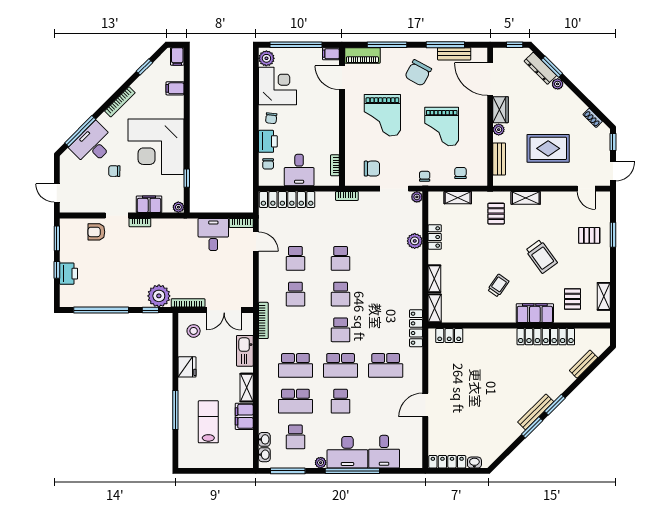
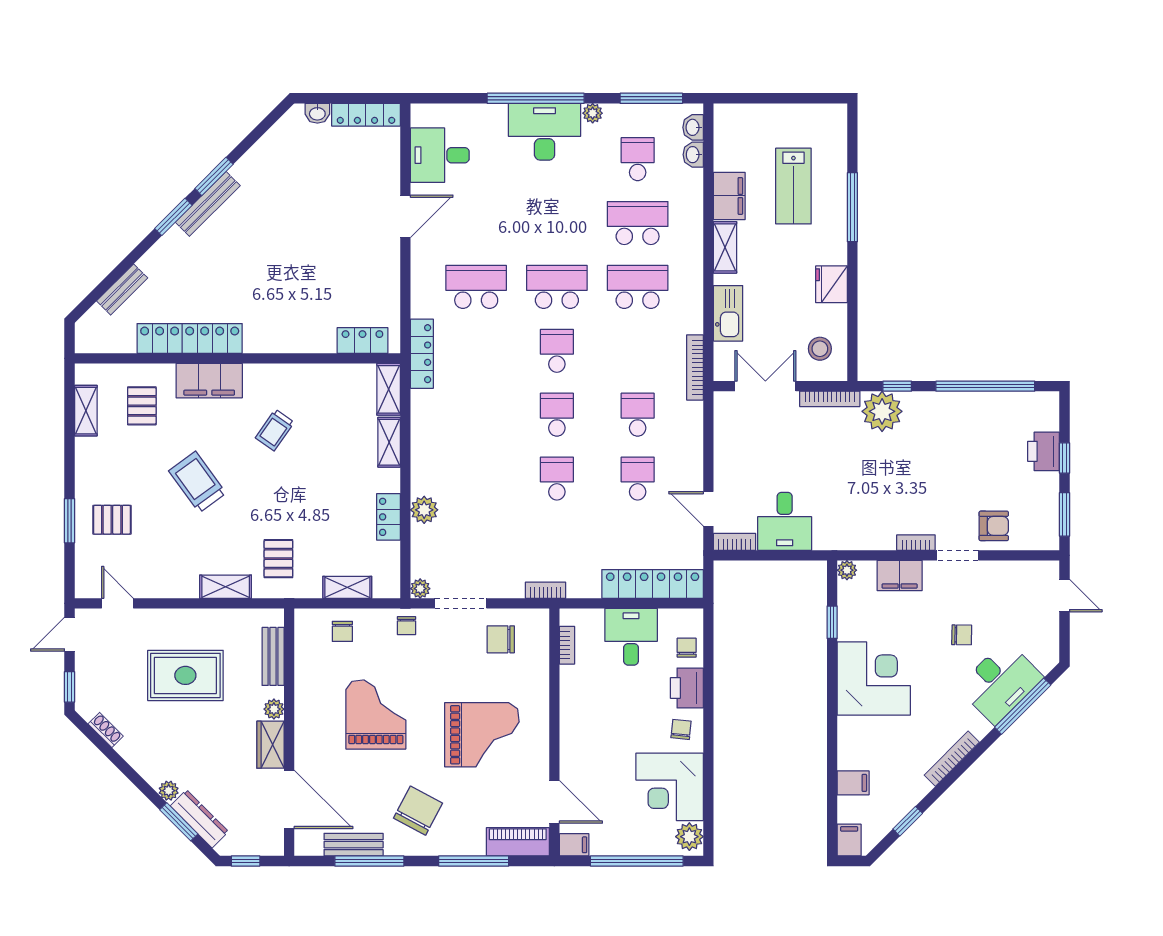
grand piano: (382, 115) -> (482, 735), turned 90
corner desk: (156, 147) -> (874, 678), width x0.74, depth x0.74
school desk: (341, 401) -> (557, 223), removed
desk: (384, 452) -> (440, 155), moved, turned -90

